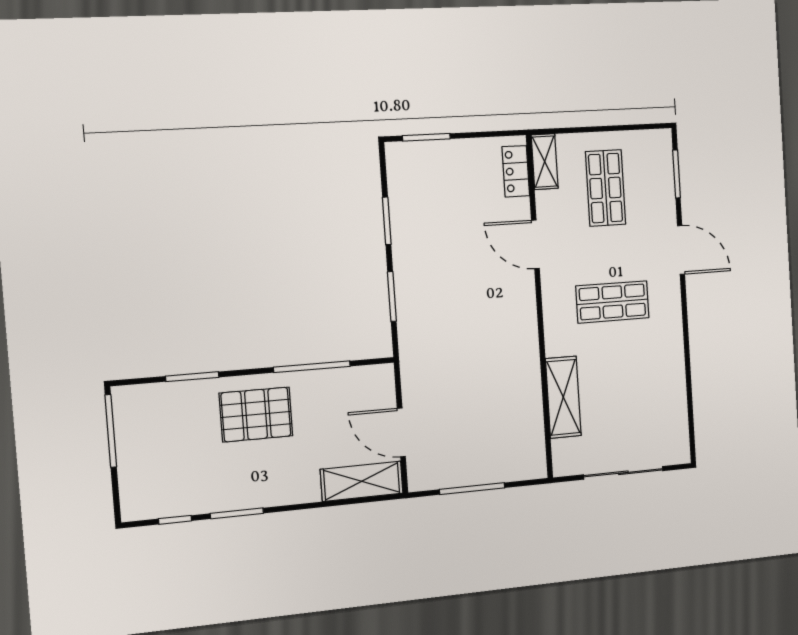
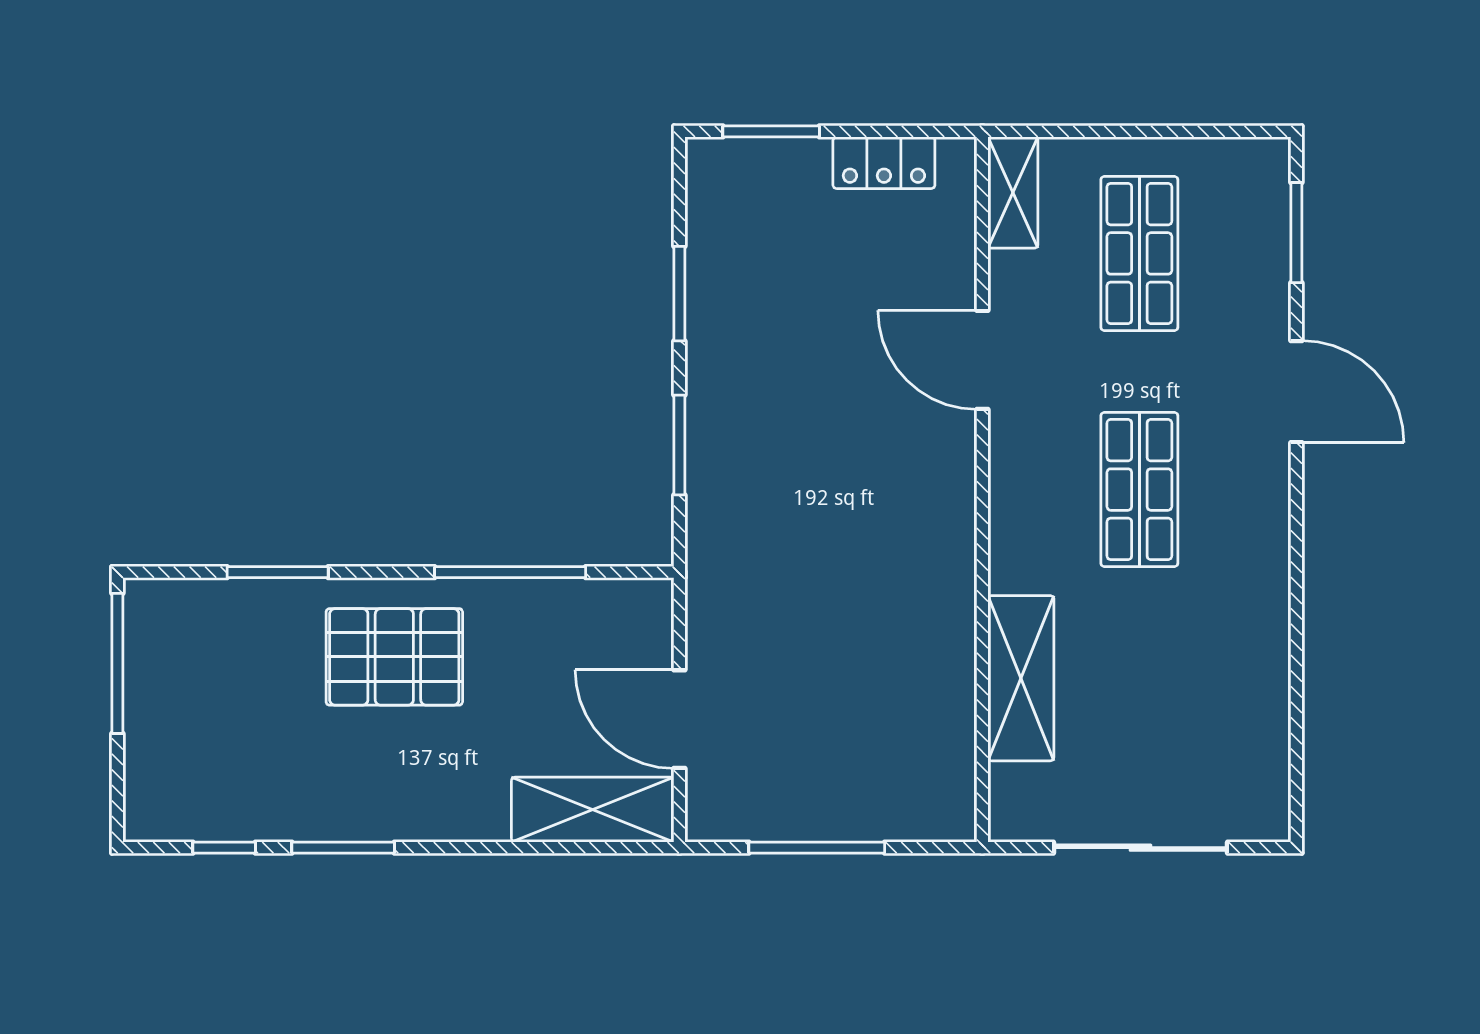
locker: (516, 171) -> (884, 163), moved, turned -90
shop shelf: (612, 302) -> (1139, 490), turned 90

